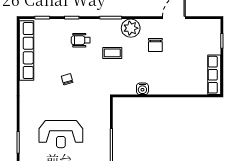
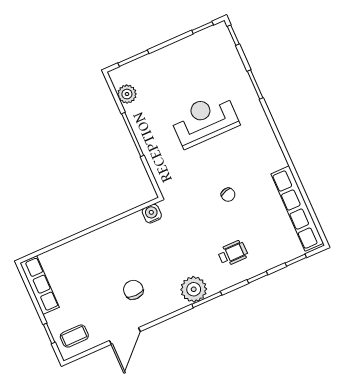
plant: (131, 28) -> (194, 289), moved
coffee table: (112, 53) -> (74, 336), moved
water cooler: (142, 89) -> (152, 214), moved

